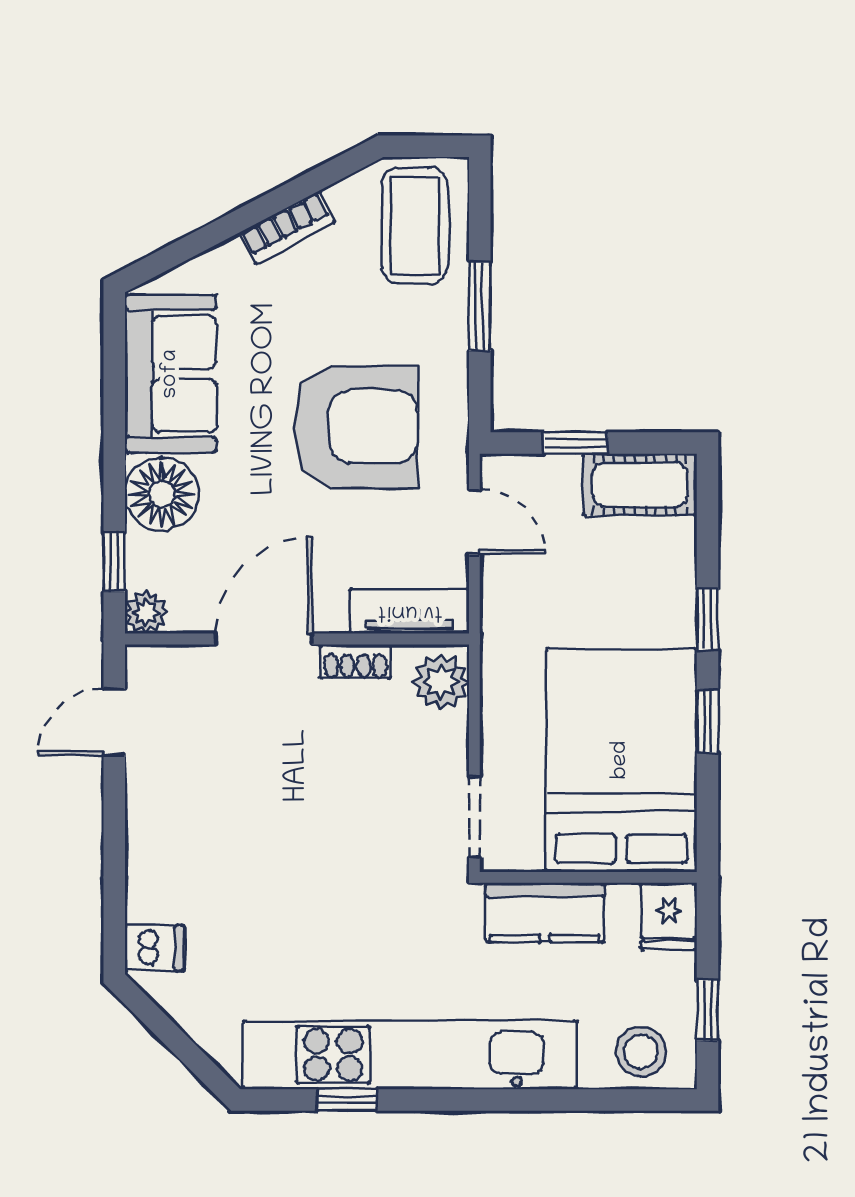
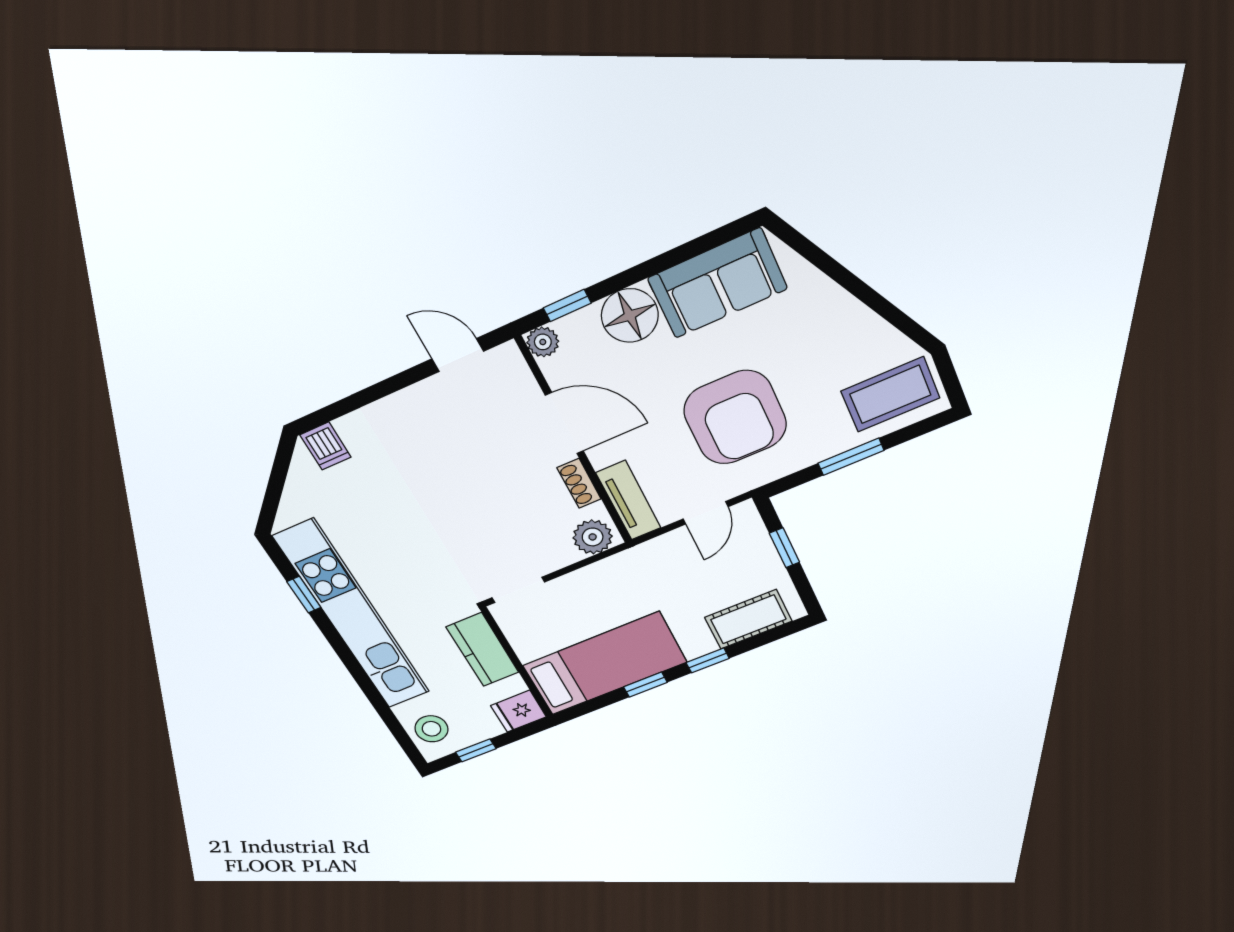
bookcase: (287, 228) -> (856, 314), removed
cot: (640, 485) -> (748, 619), moved, turned 90
bed: (621, 760) -> (605, 664), width x0.67

